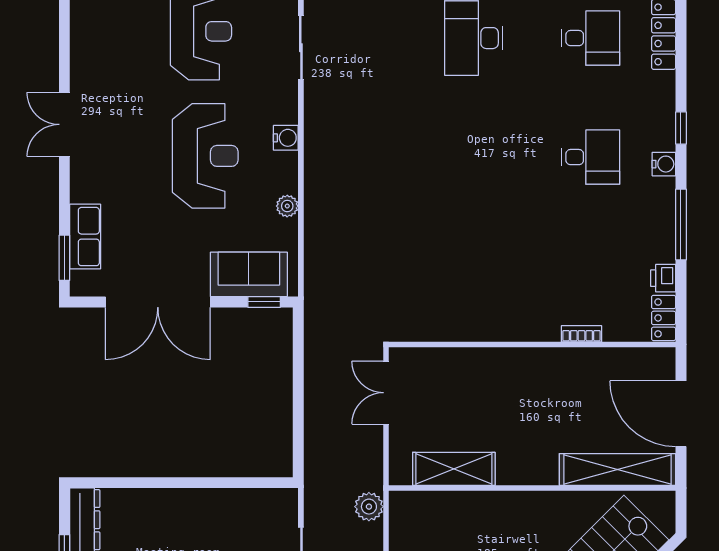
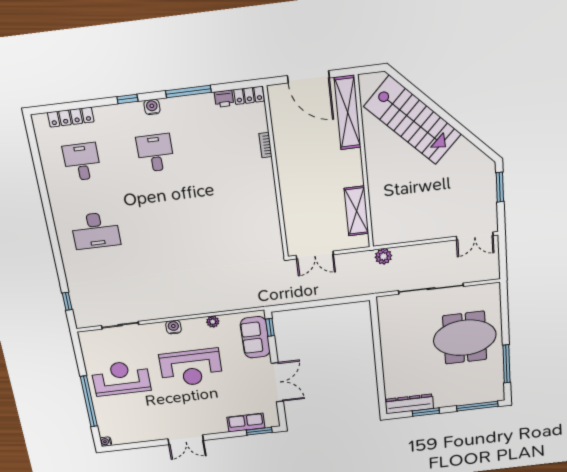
reception desk: (205, 156) -> (191, 368), turned 180
double door: (158, 302) -> (277, 382), width x0.73
door: (681, 414) -> (308, 77), hinge flipped

